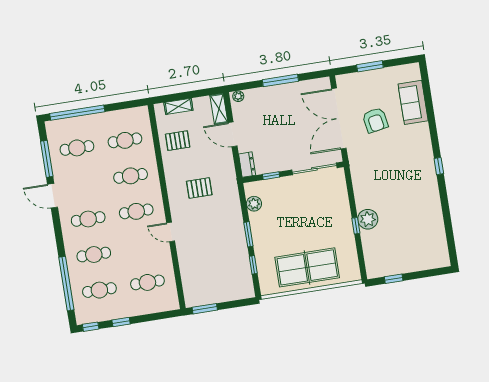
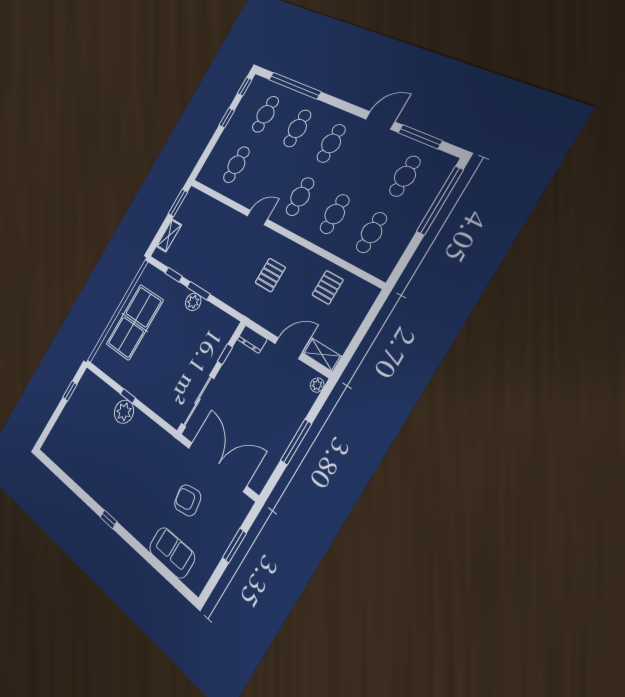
shelving: (178, 106) -> (169, 236), moved
plant: (254, 204) -> (193, 302), moved

